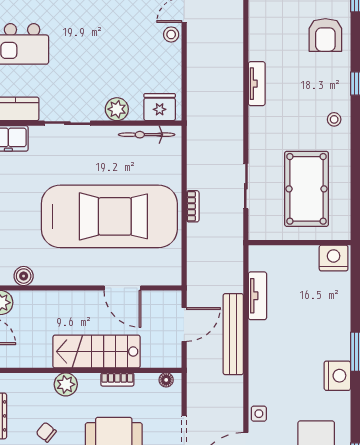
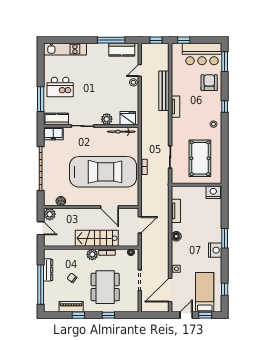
armchair: (325, 35) -> (209, 83), turned 180
bench: (233, 334) -> (164, 91), moved
floor lamp: (258, 347) -> (176, 236), added
plant: (66, 384) -> (92, 254), moved

